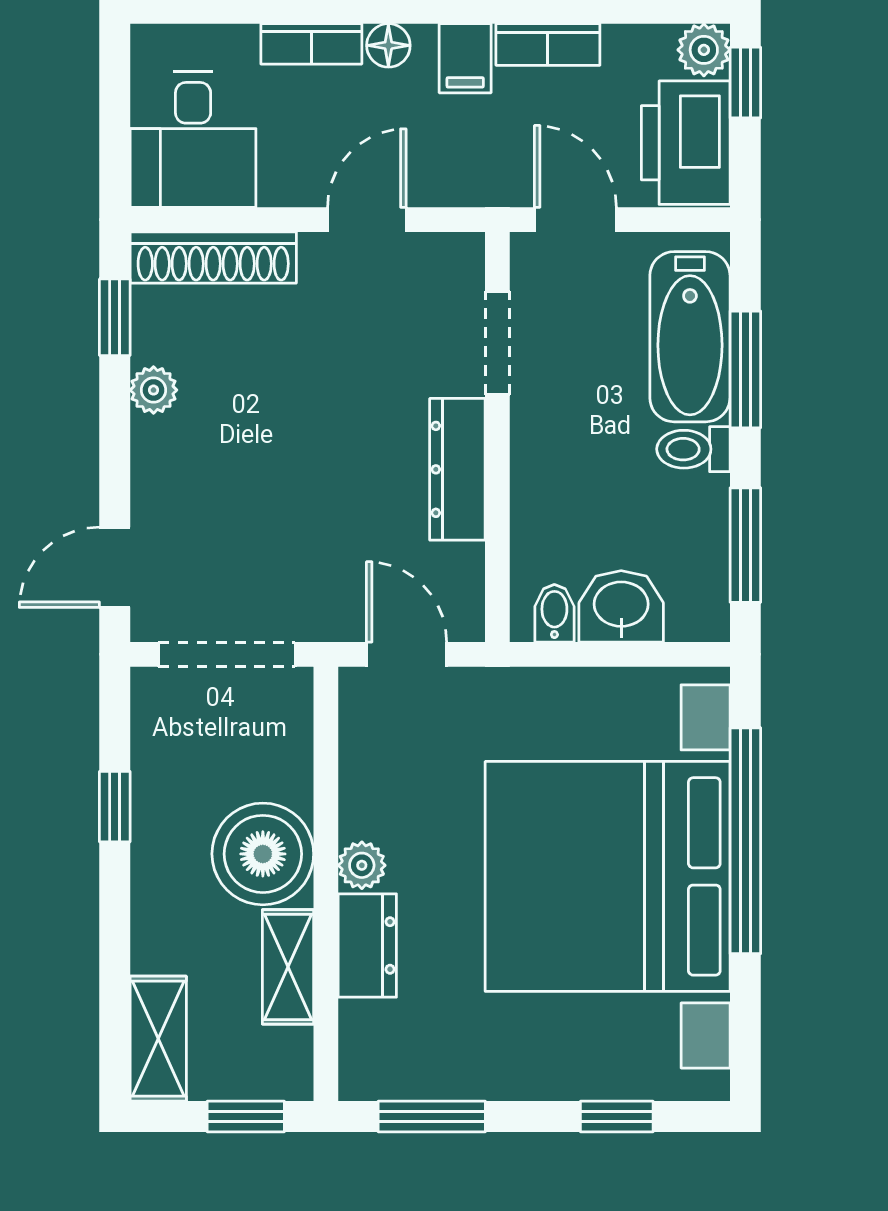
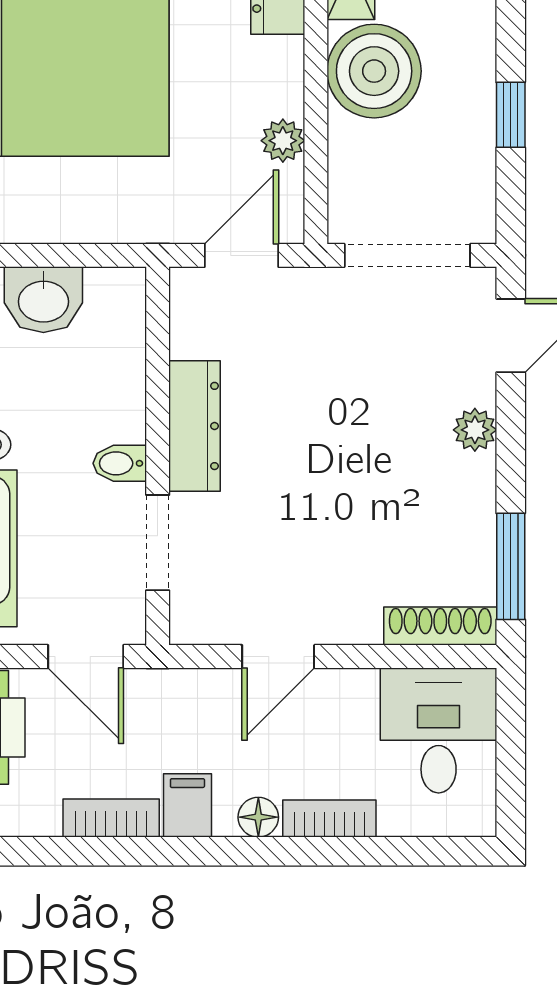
shoe rack: (213, 258) -> (440, 626), width x0.74, depth x0.81
window: (115, 317) -> (511, 566), width x1.50
plant: (154, 390) -> (475, 430), moved
bidet: (554, 613) -> (120, 463), moved, turned 90
door: (407, 654) -> (241, 255), swing flipped
plant: (362, 865) -> (283, 141), moved

